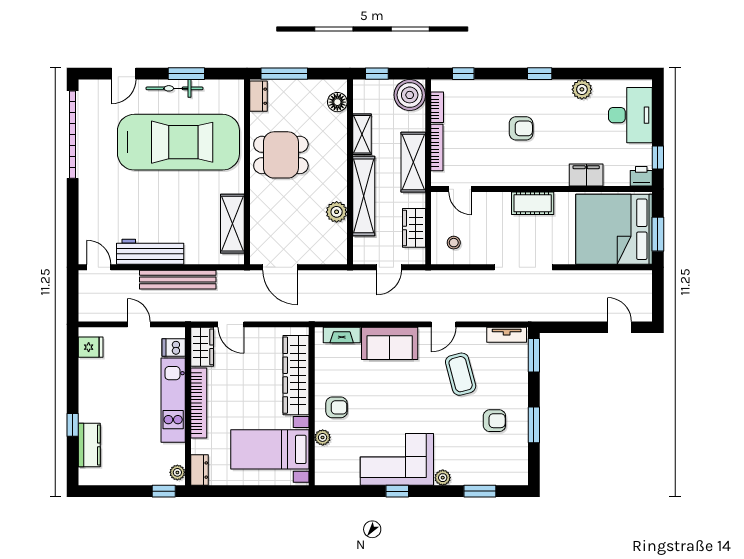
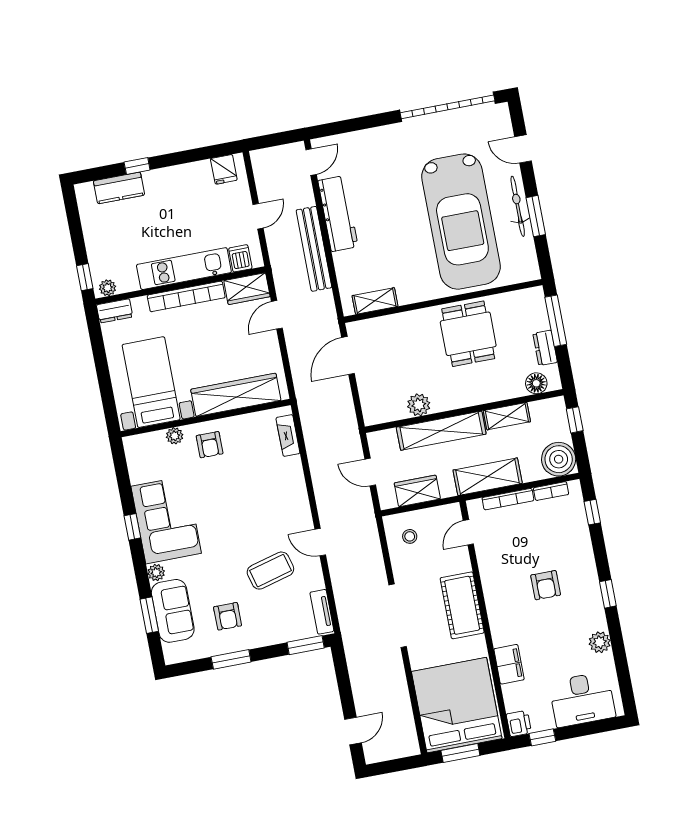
dresser: (258, 96) -> (545, 348), moved, turned 90
cot: (533, 203) -> (462, 605), width x1.37, depth x1.34
shelving: (232, 224) -> (375, 301), width x0.67, depth x0.75
sofa: (390, 343) -> (173, 611), moved, turned 180

